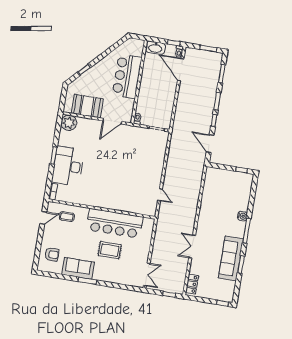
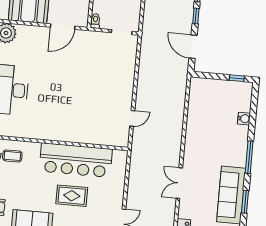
door: (160, 195) -> (132, 118), hinge flipped
water cooler: (242, 216) -> (244, 119), moved

